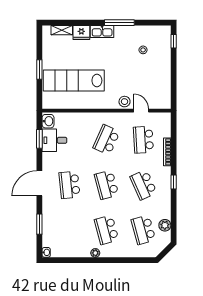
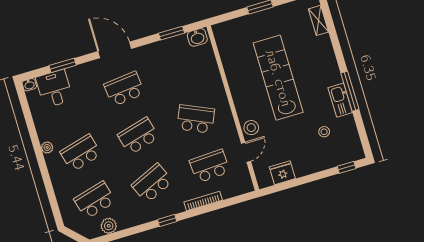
fridge: (81, 32) -> (282, 173), moved, turned 90
kitchen sink: (102, 32) -> (340, 100), moved
lab bench: (74, 81) -> (278, 78), moved
desk: (54, 140) -> (54, 89), moved

